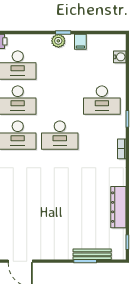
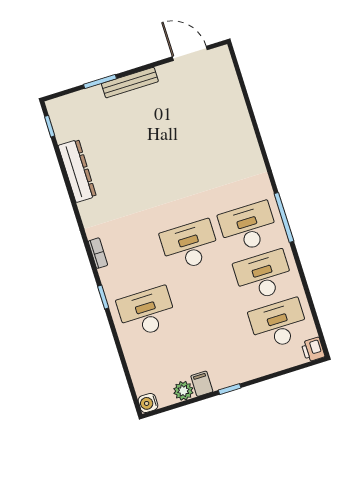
plant: (58, 41) -> (183, 391), moved
water cooler: (120, 57) -> (148, 403), moved
bench: (92, 254) -> (130, 83), moved

